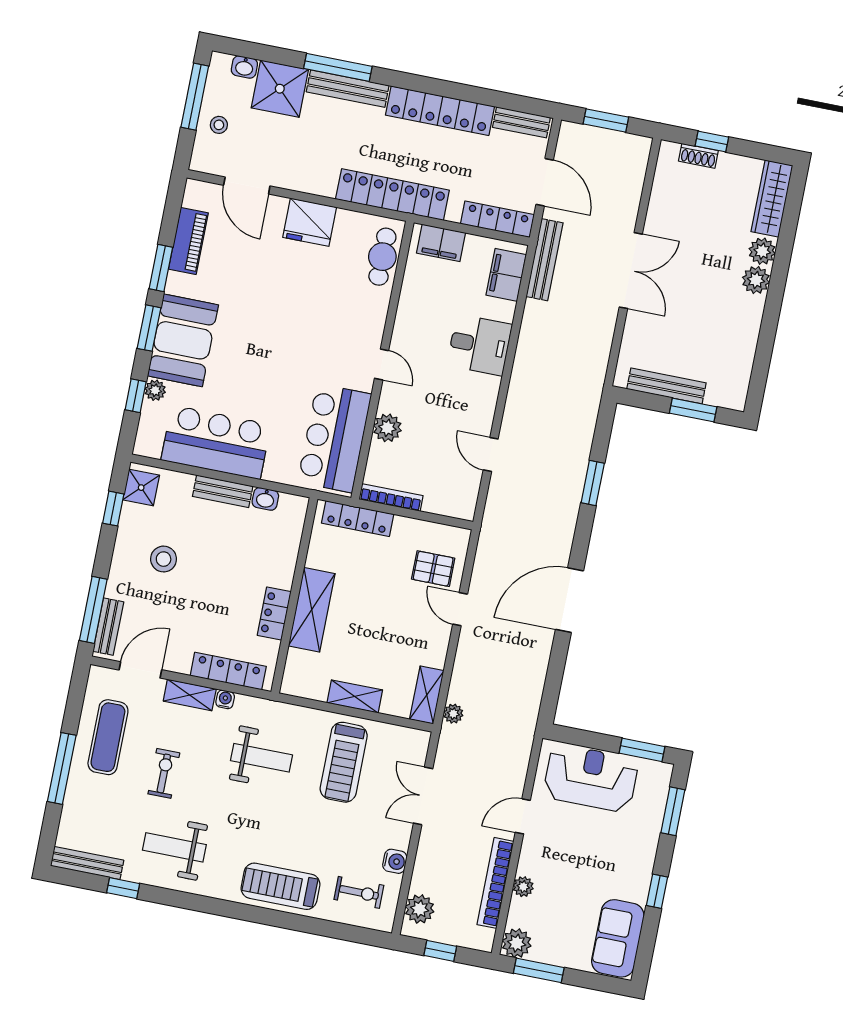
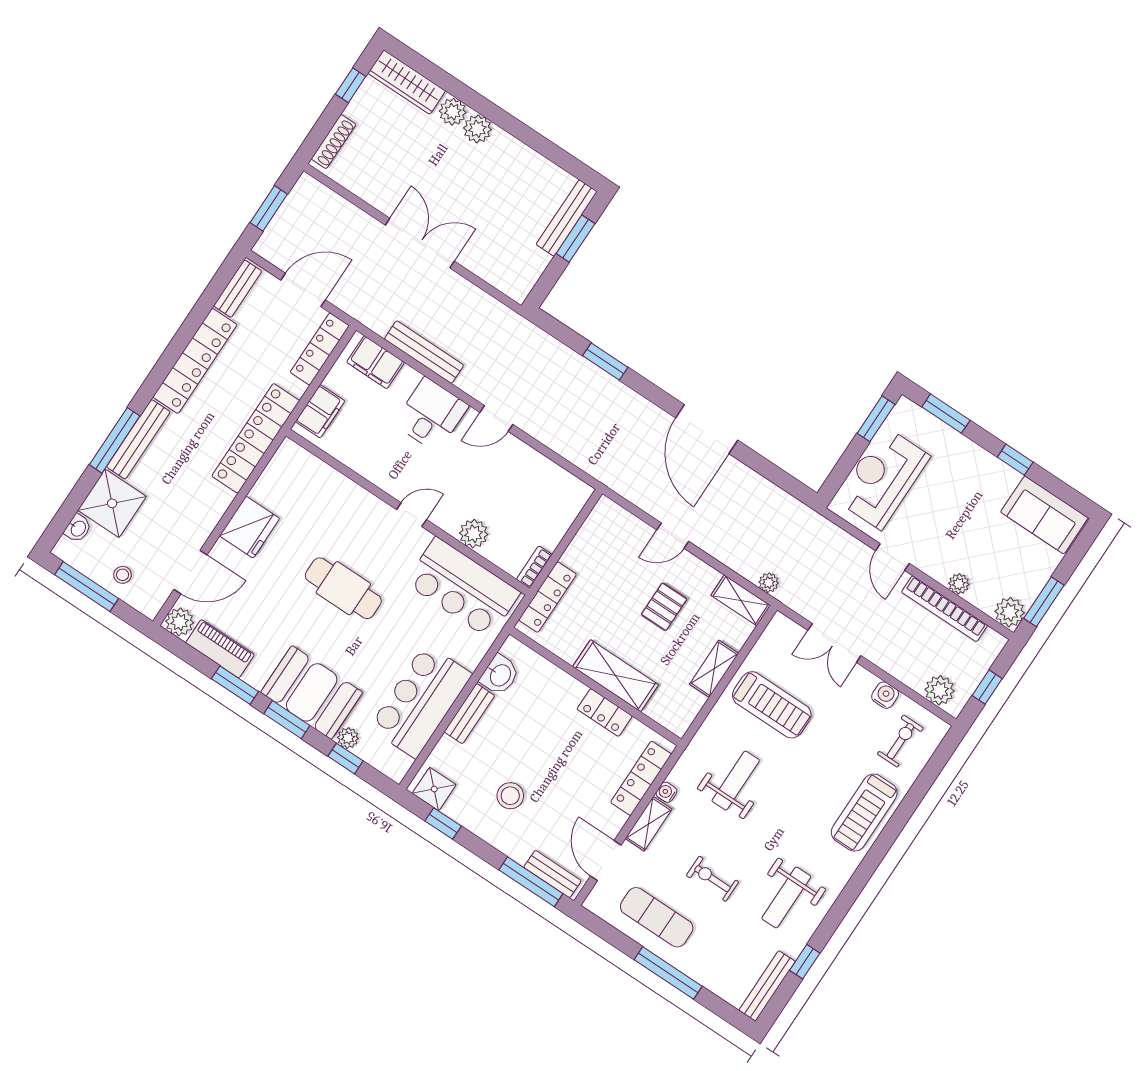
window: (712, 142) -> (351, 85), moved
shoe rack: (698, 156) -> (334, 142), width x1.43
plant: (198, 194) -> (180, 622), added
cafe table: (382, 257) -> (343, 588), moved, width x1.37, depth x1.35
bench: (545, 260) -> (424, 352), moved
bench: (666, 386) -> (567, 218), moved
door: (491, 454) -> (496, 418), moved
bookcase: (391, 498) -> (534, 567), width x0.64
washbasin: (265, 499) -> (500, 675), width x1.38, depth x1.45
pallet: (433, 569) -> (664, 607), moved

